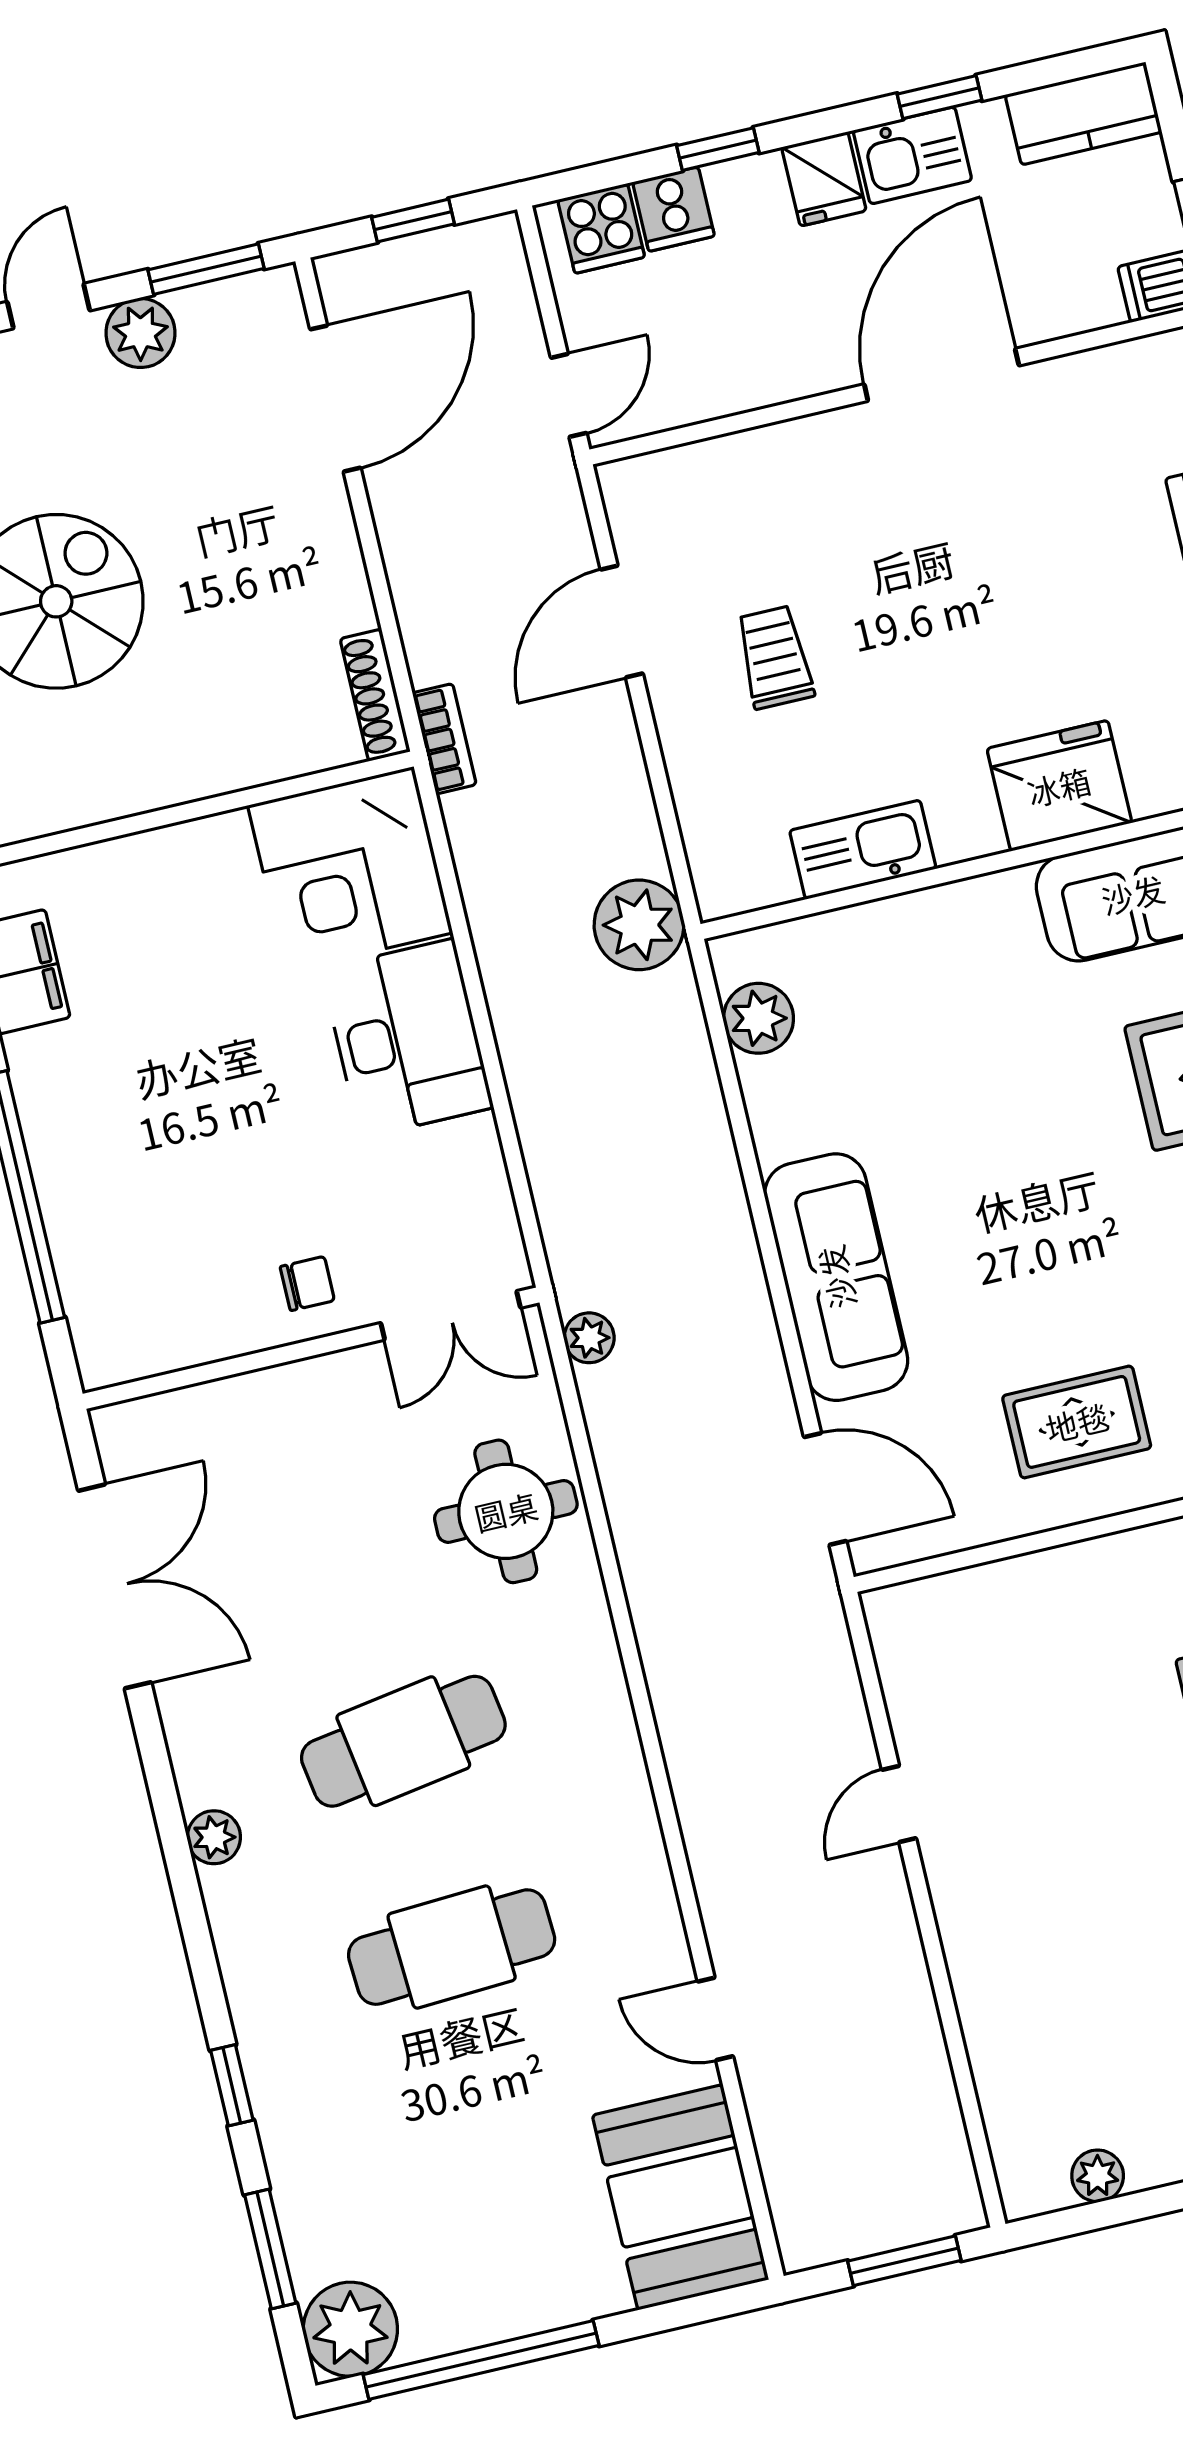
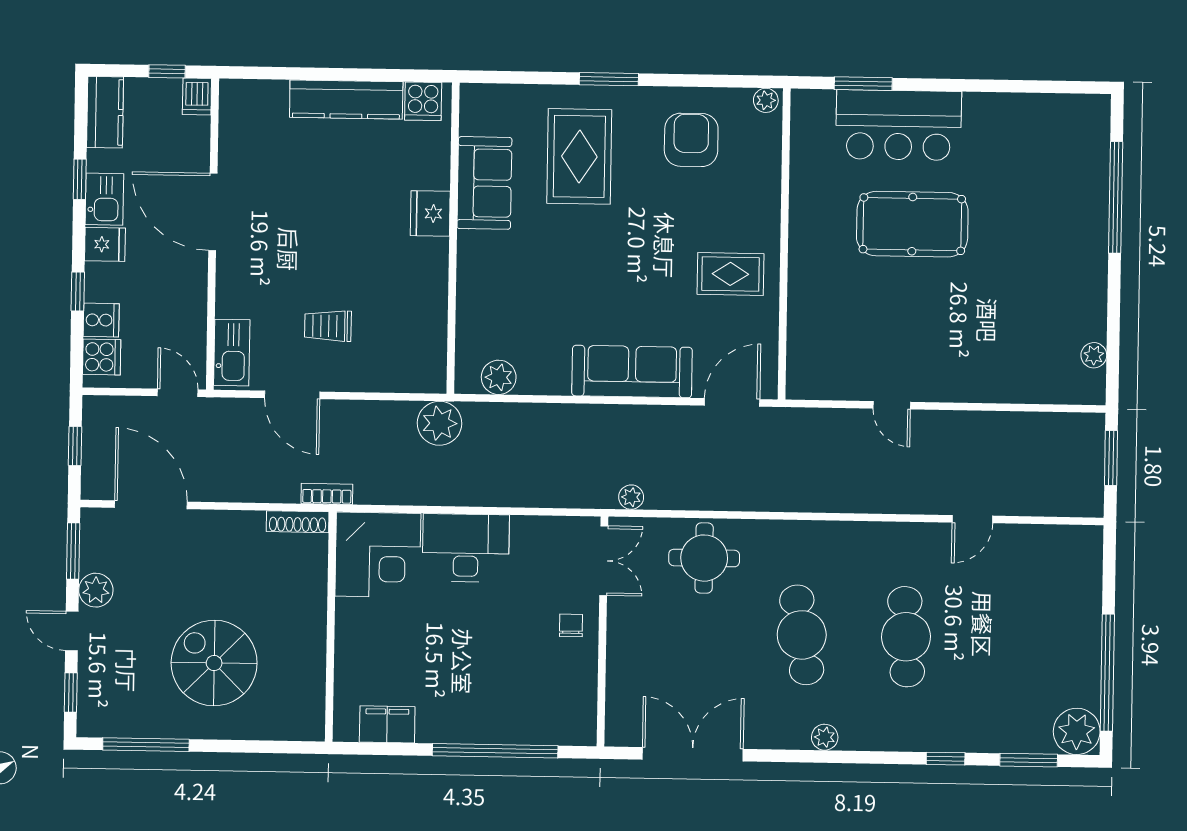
fridge: (1059, 786) -> (430, 213), width x0.73, depth x0.75
kitchen sink: (863, 850) -> (232, 353), moved, turned 180
rug: (1077, 1422) -> (730, 274), turned 90
booth: (680, 2197) -> (1054, 558), removed

